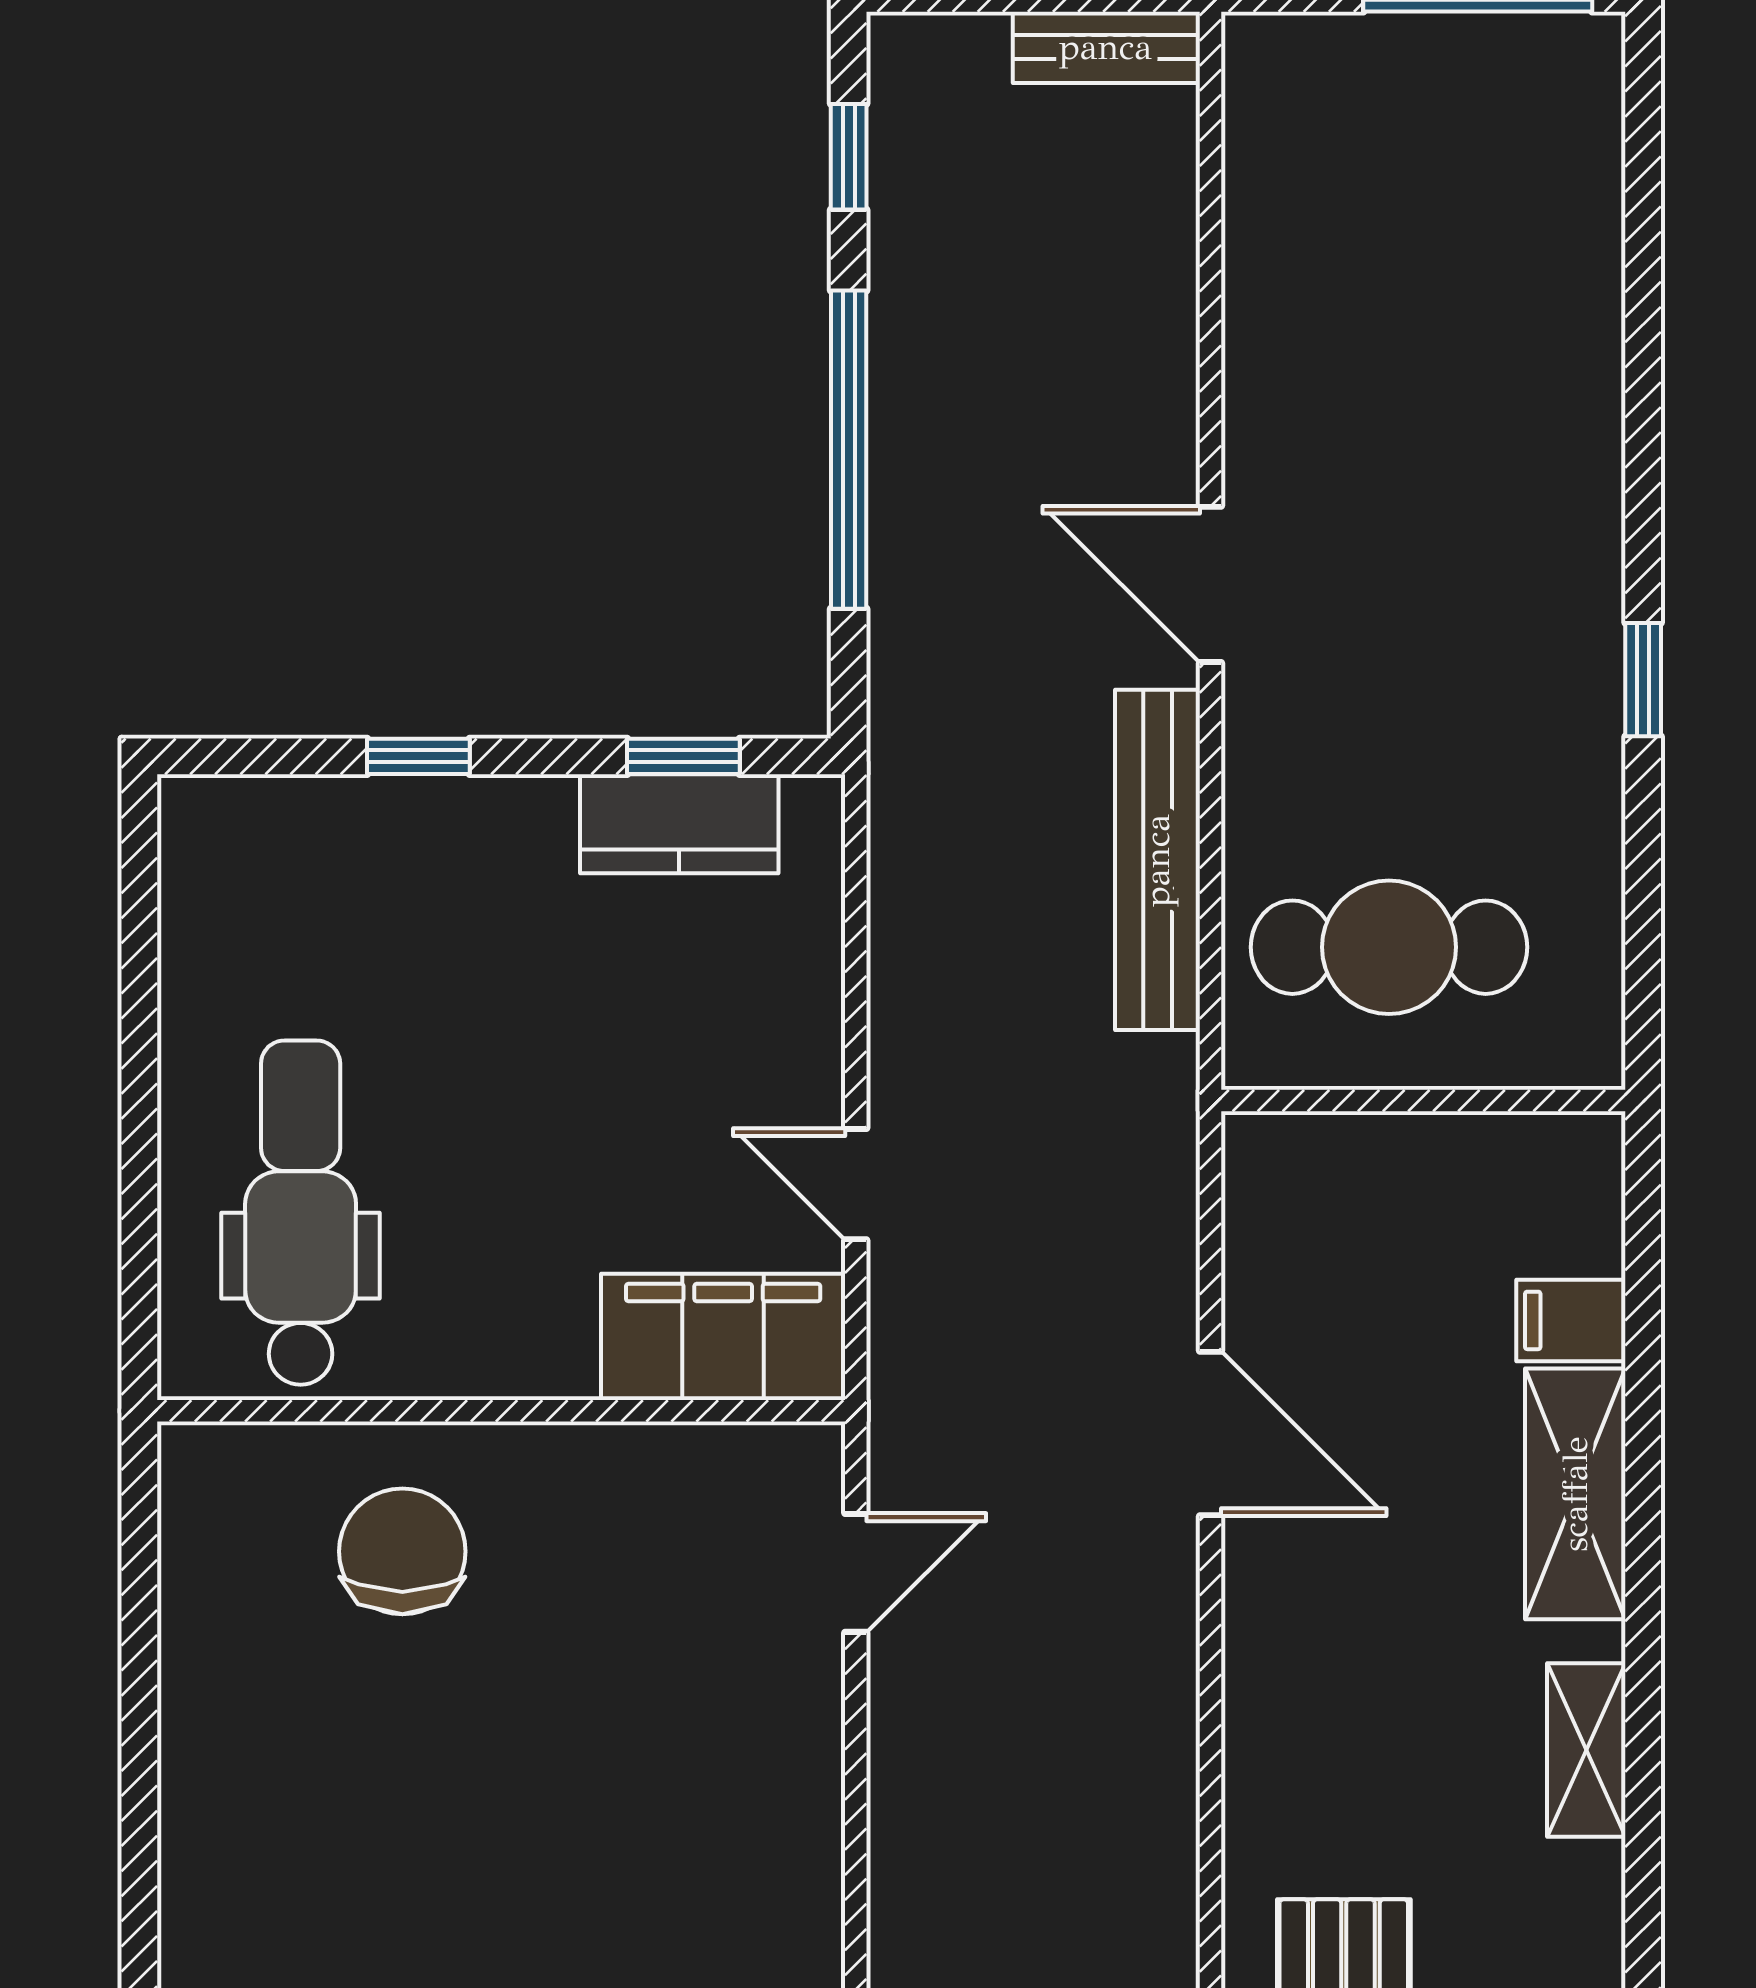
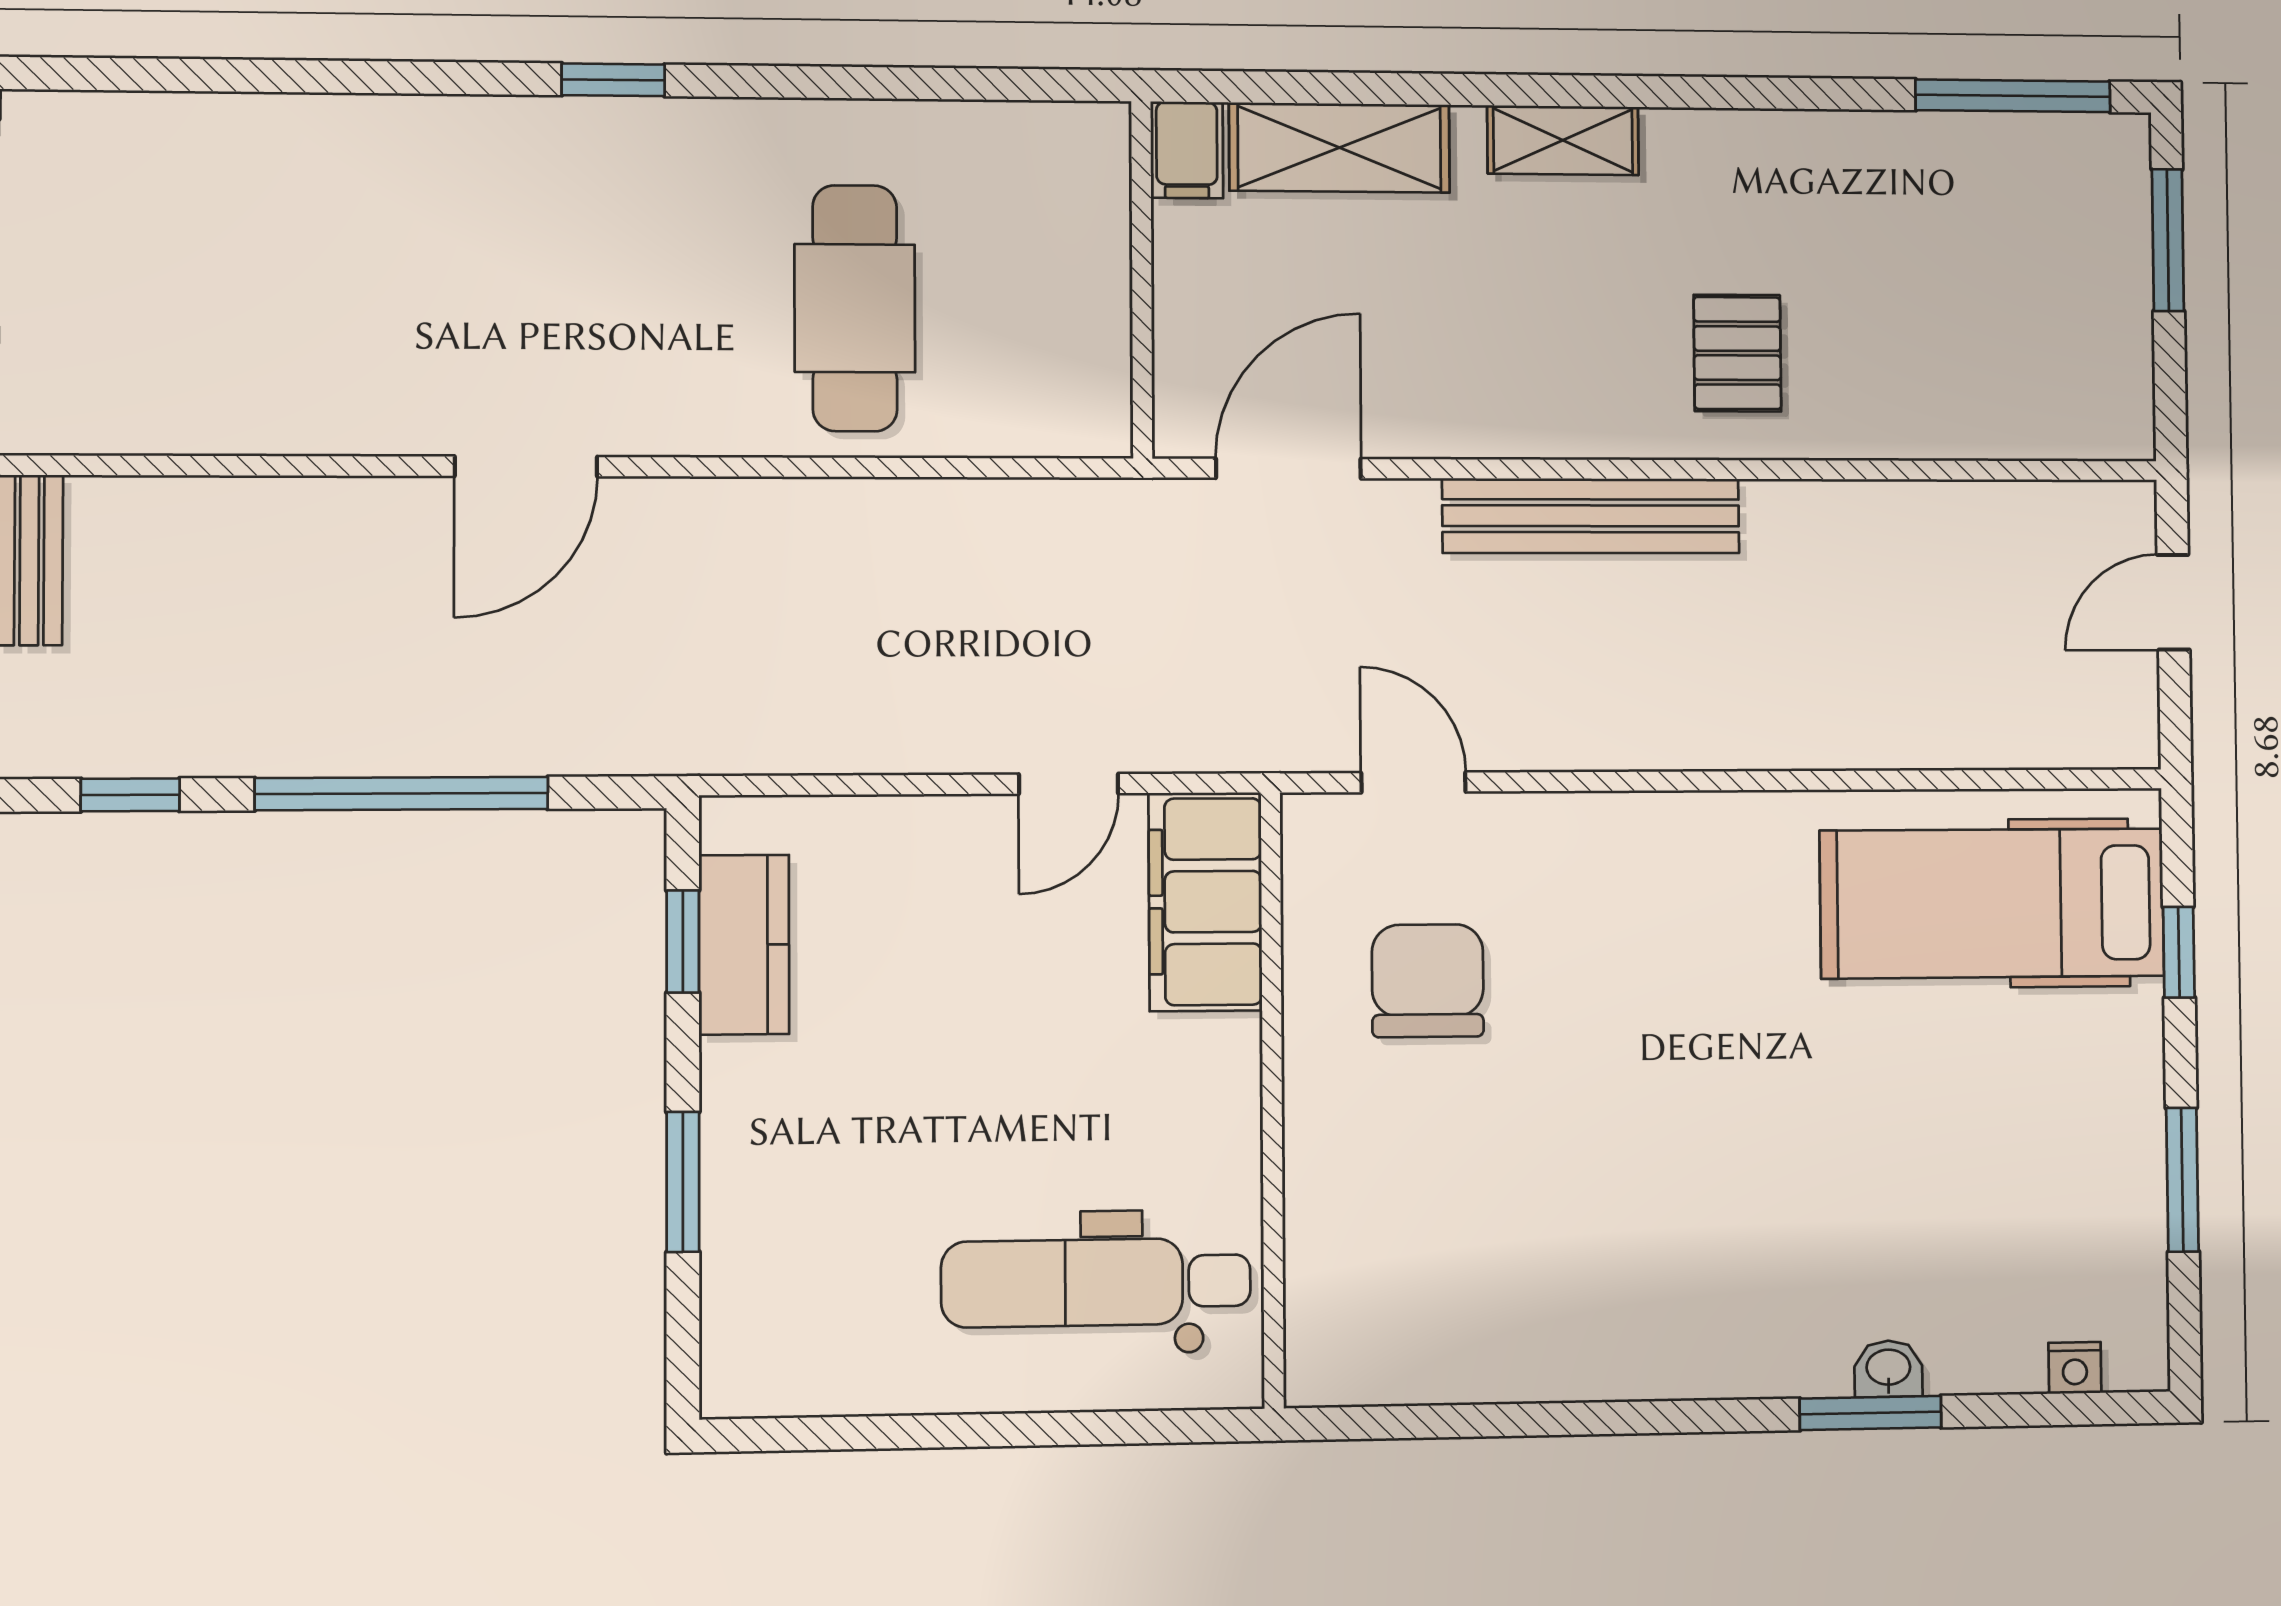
window: (418, 756) -> (683, 1182), width x1.50
bench: (1157, 860) -> (1591, 516), moved
wall: (1423, 1100) -> (1142, 280), moved
chair: (402, 1551) -> (1428, 981), moved, turned 90

